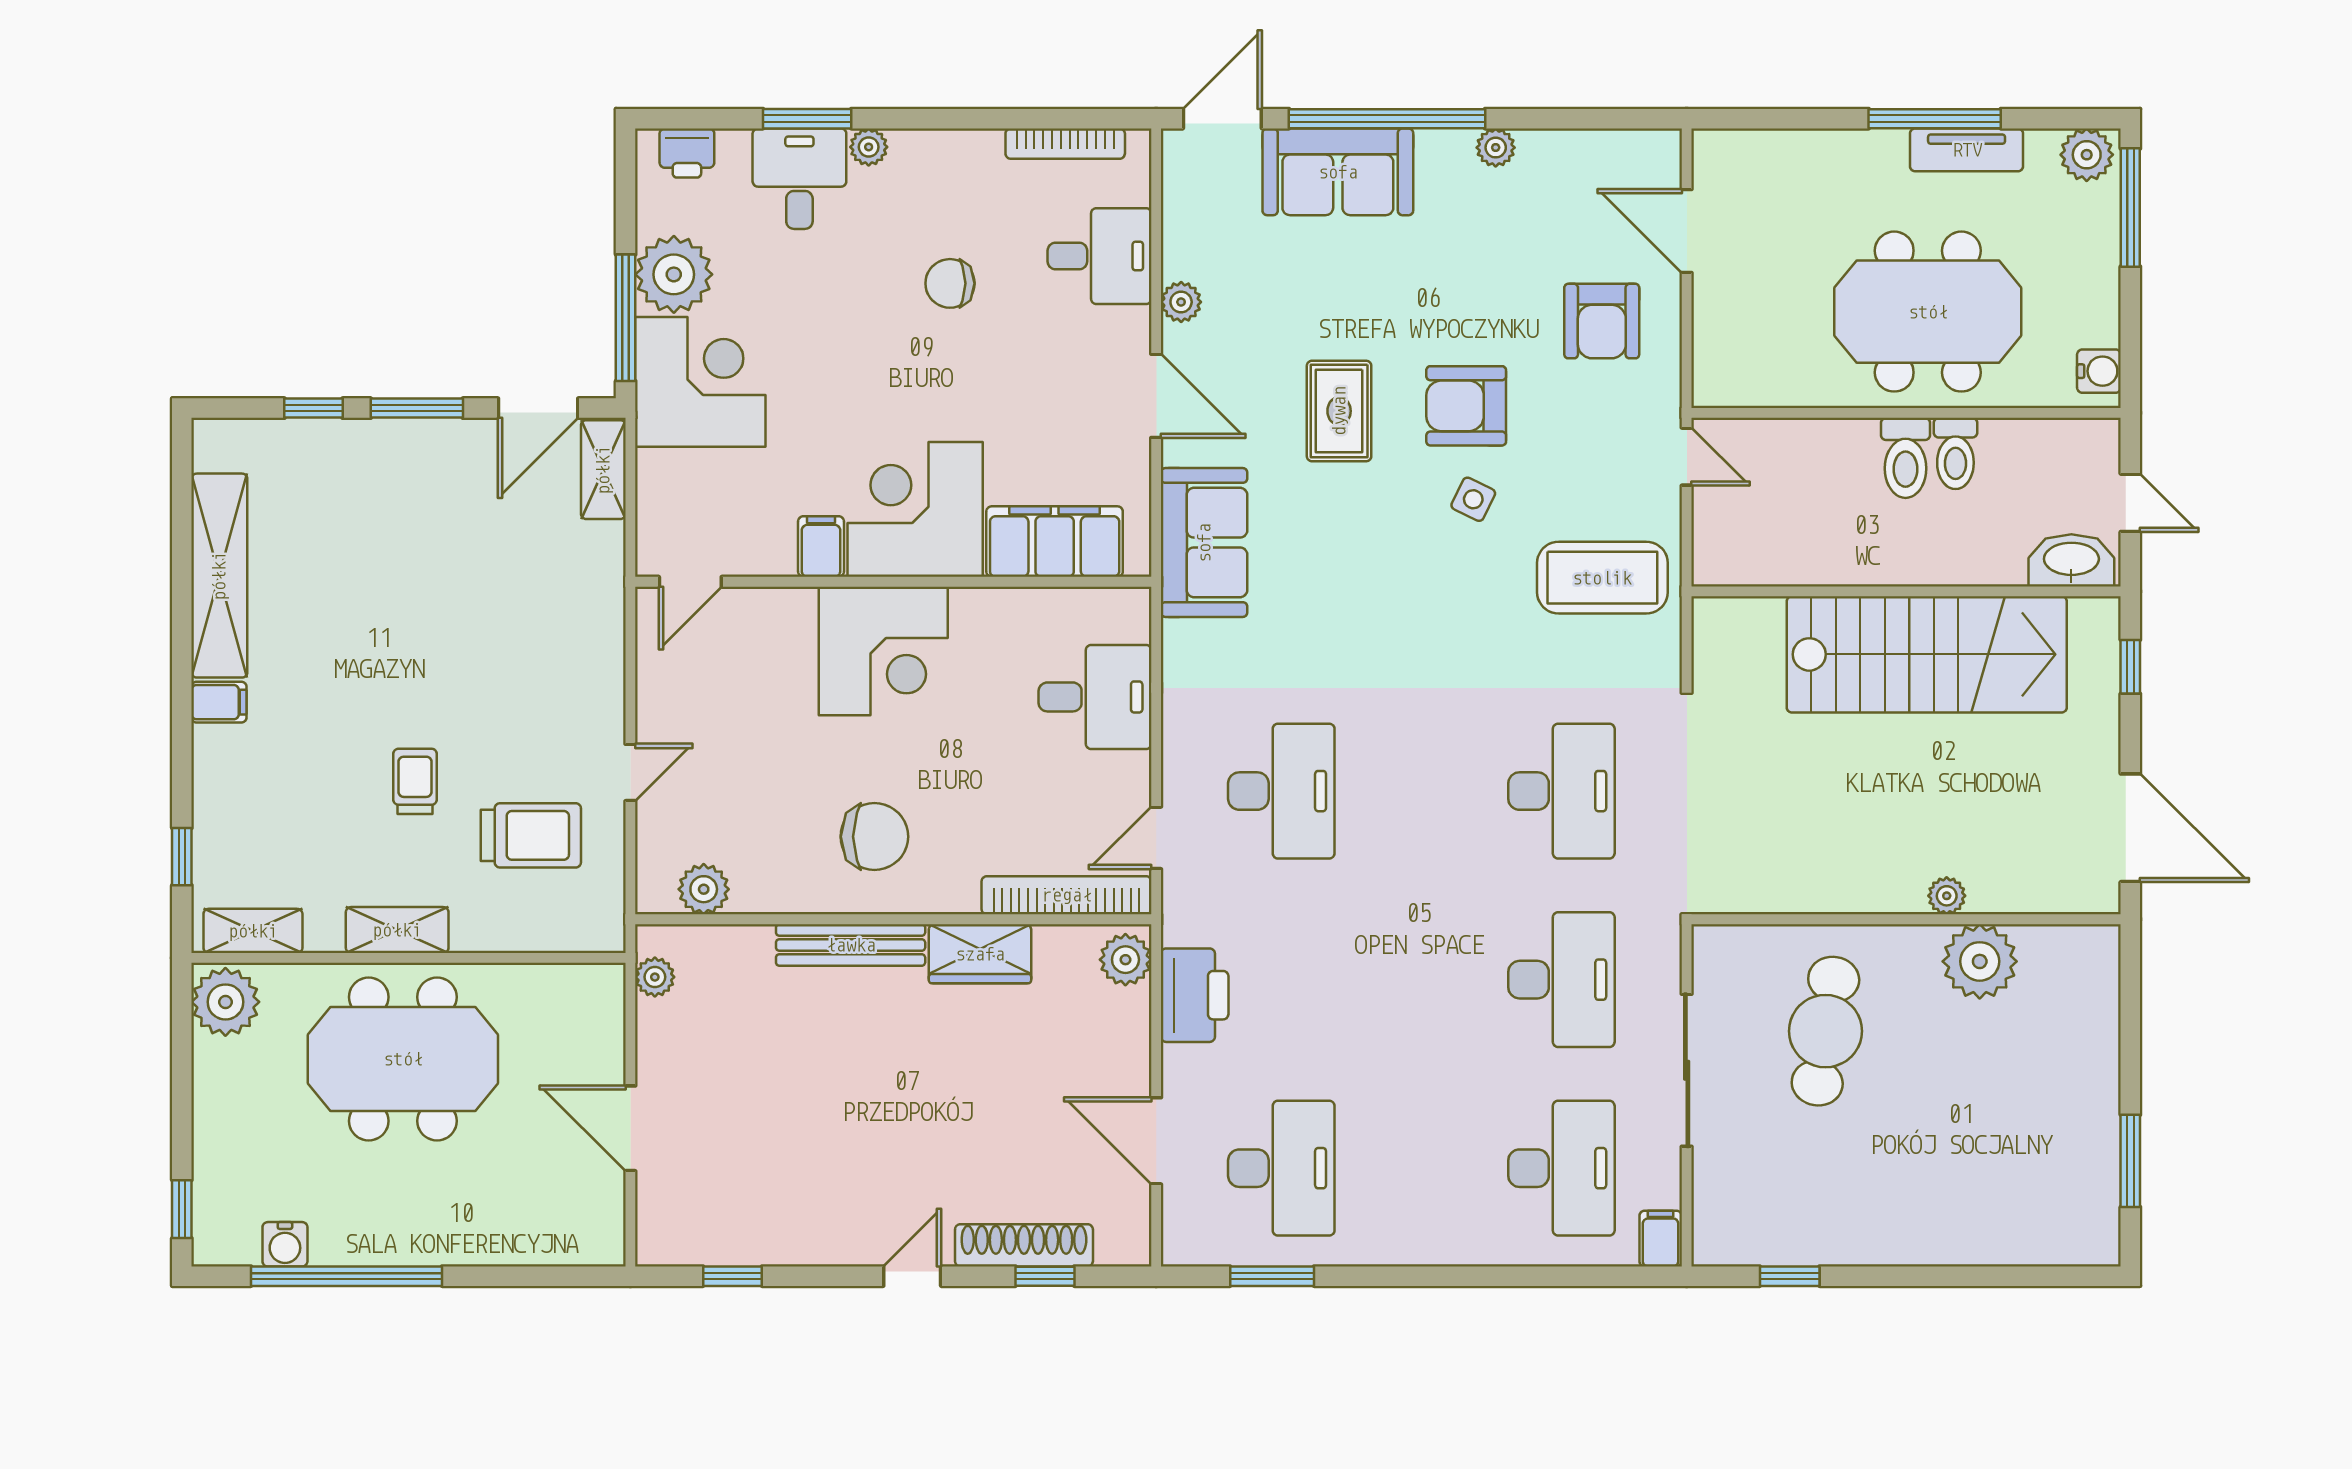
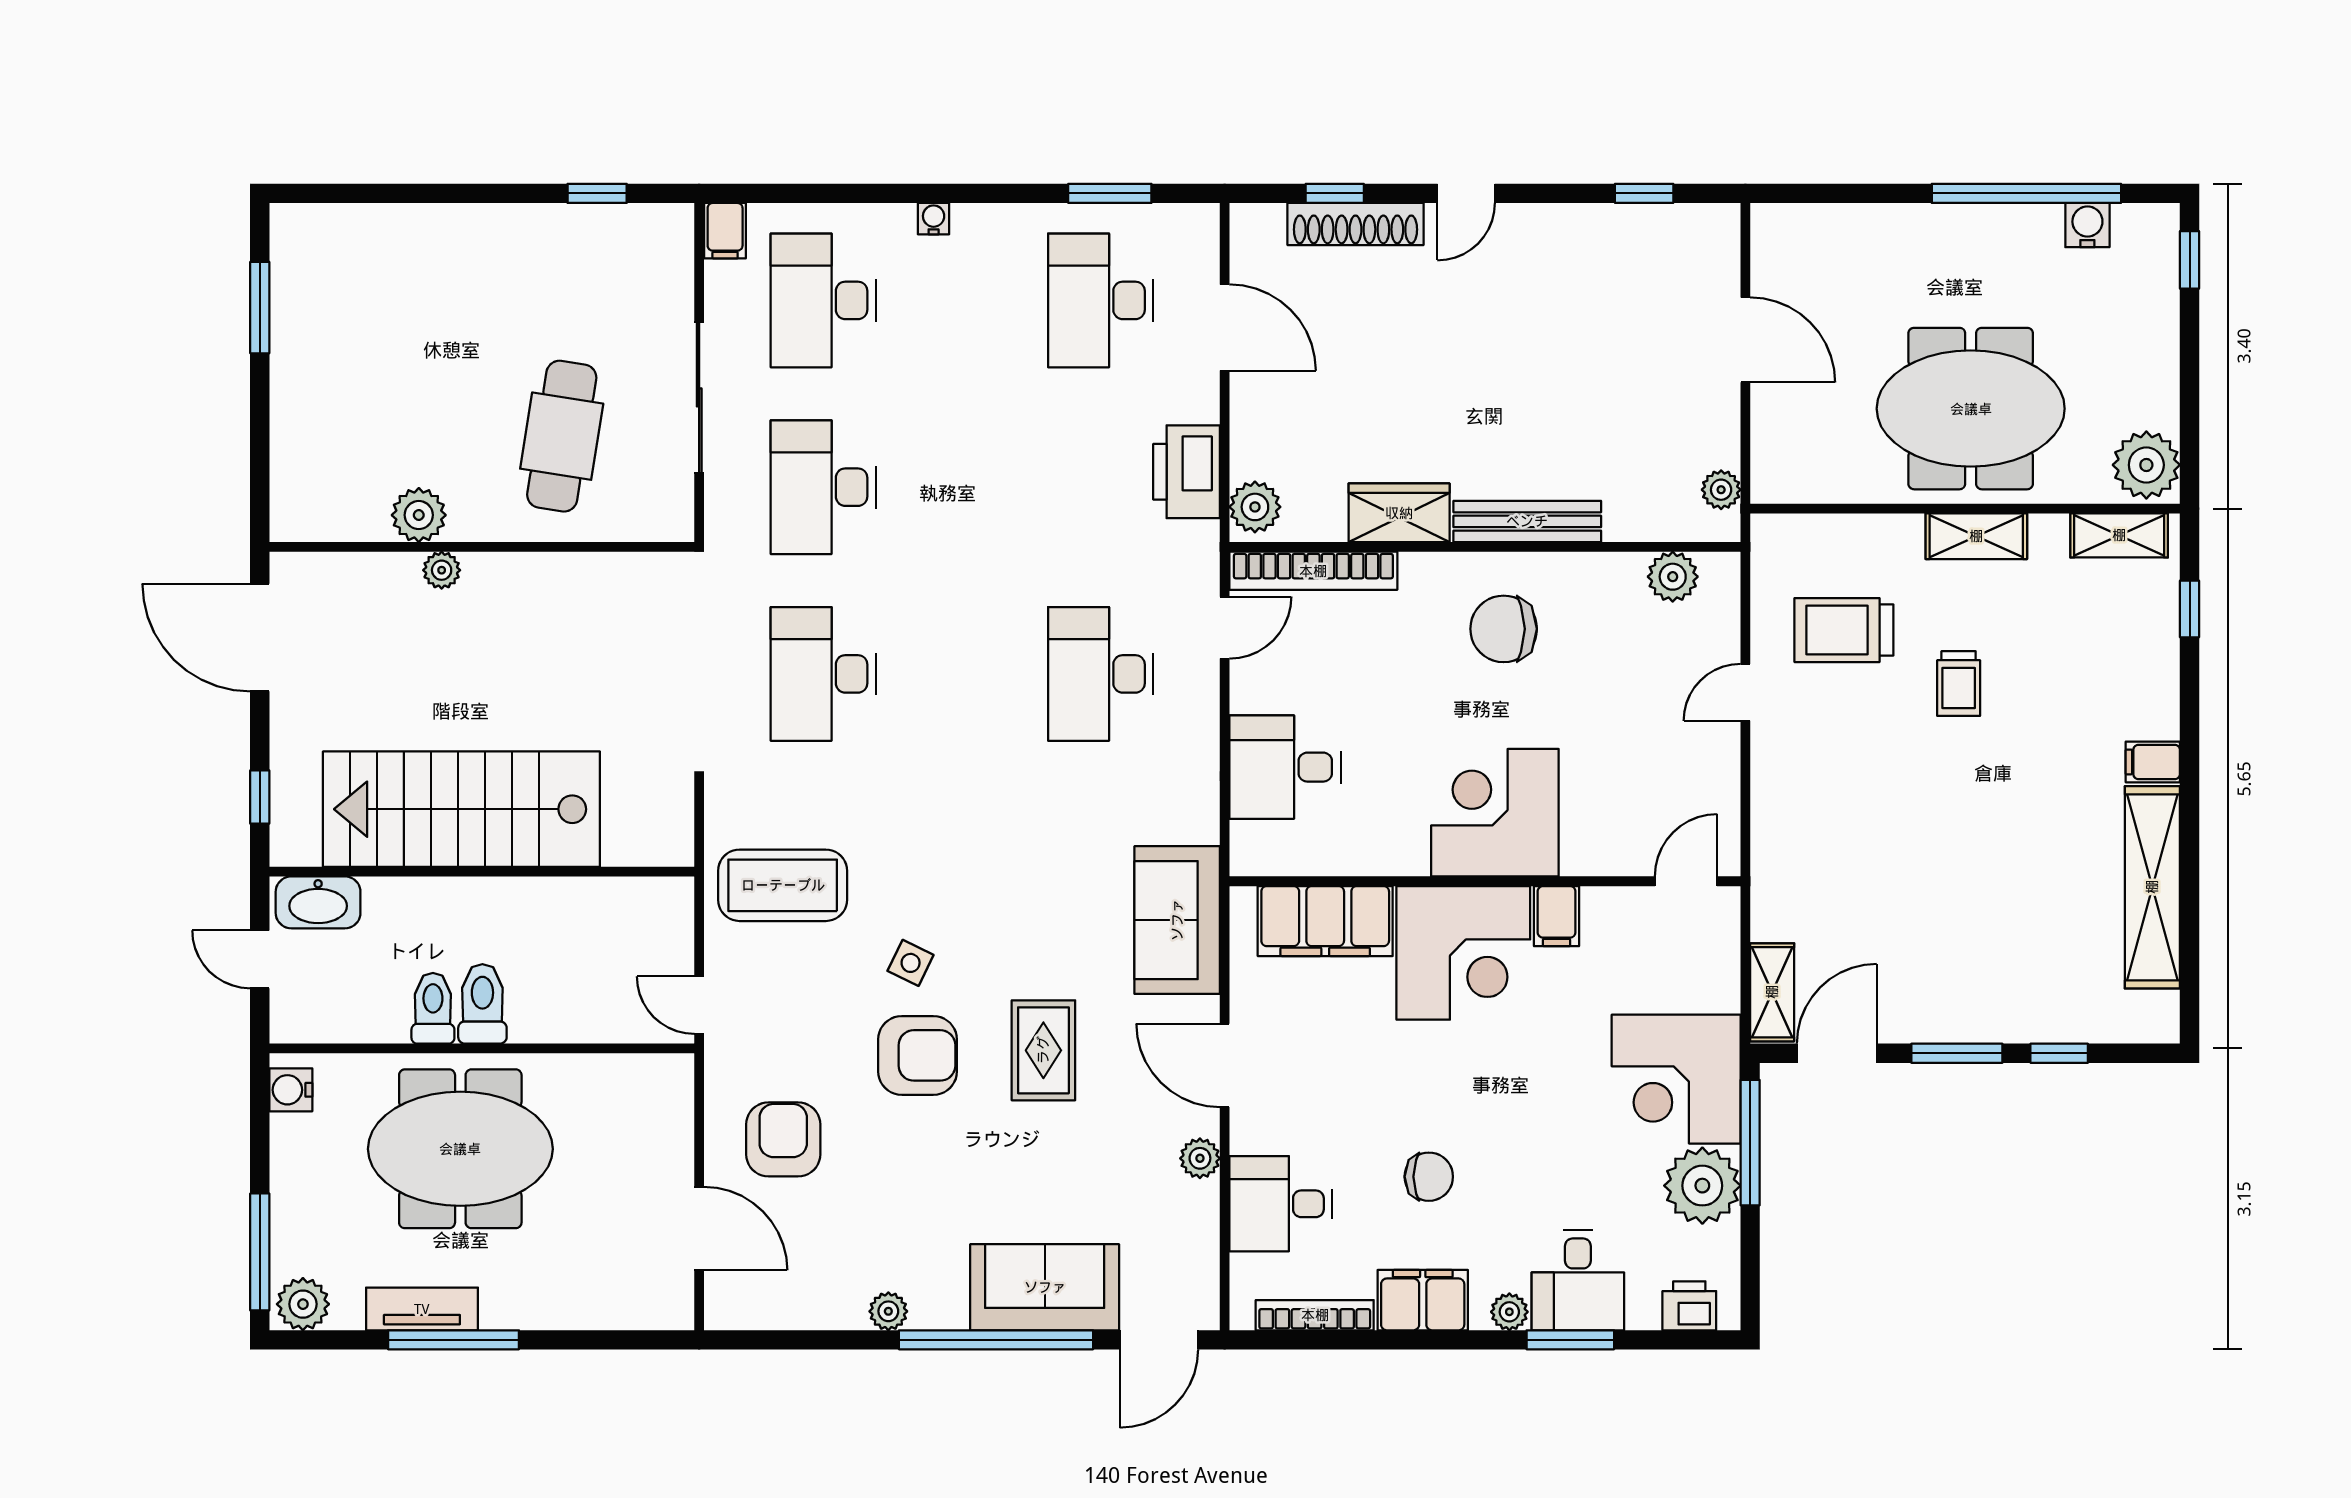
filing cabinet: (956, 159) -> (1423, 1300), added
plant: (1980, 961) -> (419, 515), width x0.73, depth x0.73
water cooler: (1450, 1251) -> (934, 219), added

